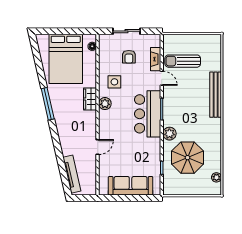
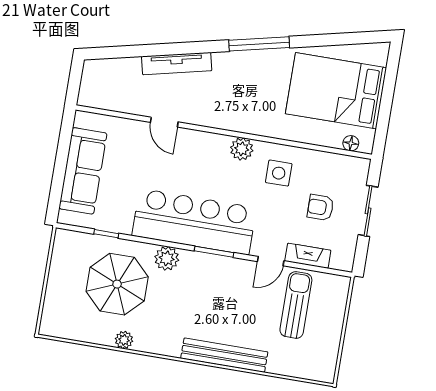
wardrobe: (90, 99) -> (255, 123), removed
bar counter: (148, 114) -> (194, 222), width x1.36
tv unit: (72, 174) -> (177, 63), moved
plant: (216, 177) -> (124, 340), moved

